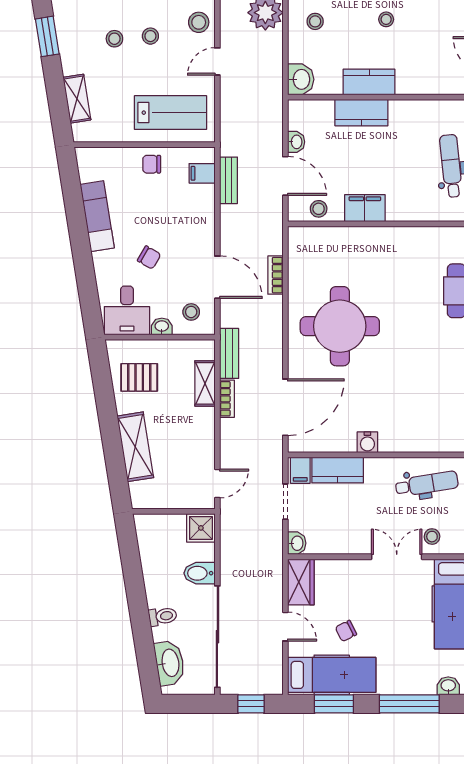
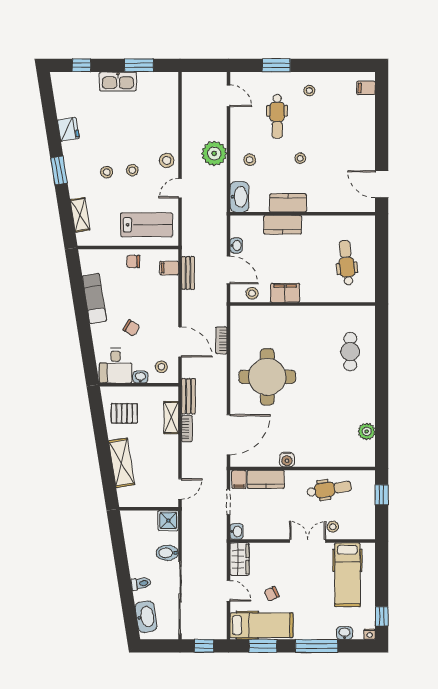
washbasin: (301, 79) -> (239, 197), width x1.38

